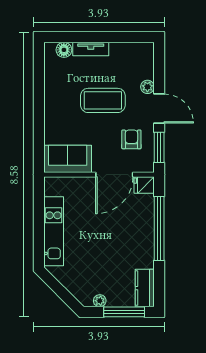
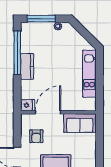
window: (159, 147) -> (17, 131), removed
window: (159, 229) -> (17, 53), moved
kitchen counter: (145, 288) -> (27, 66), moved

